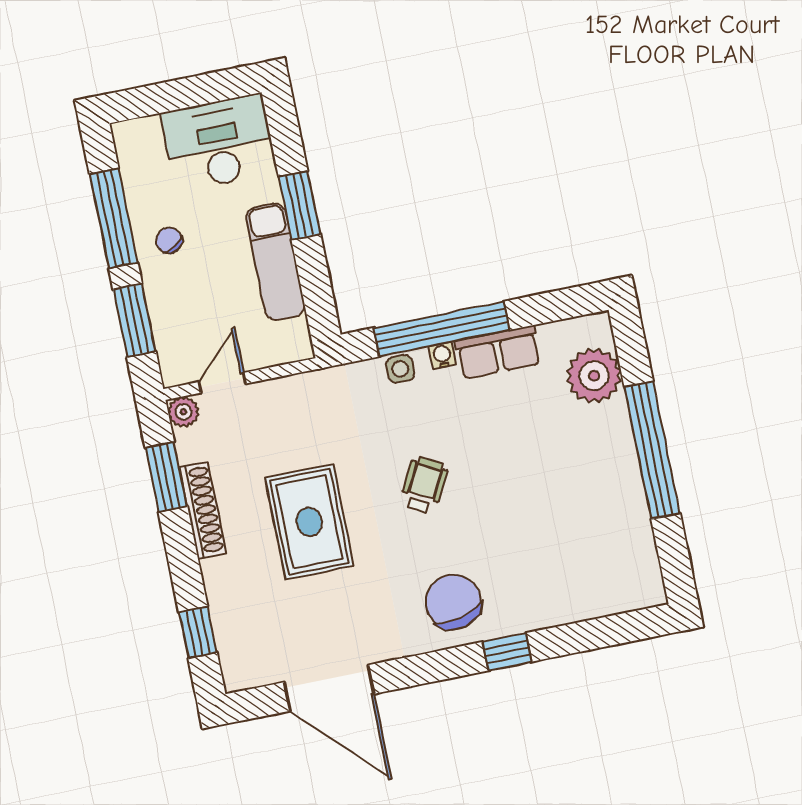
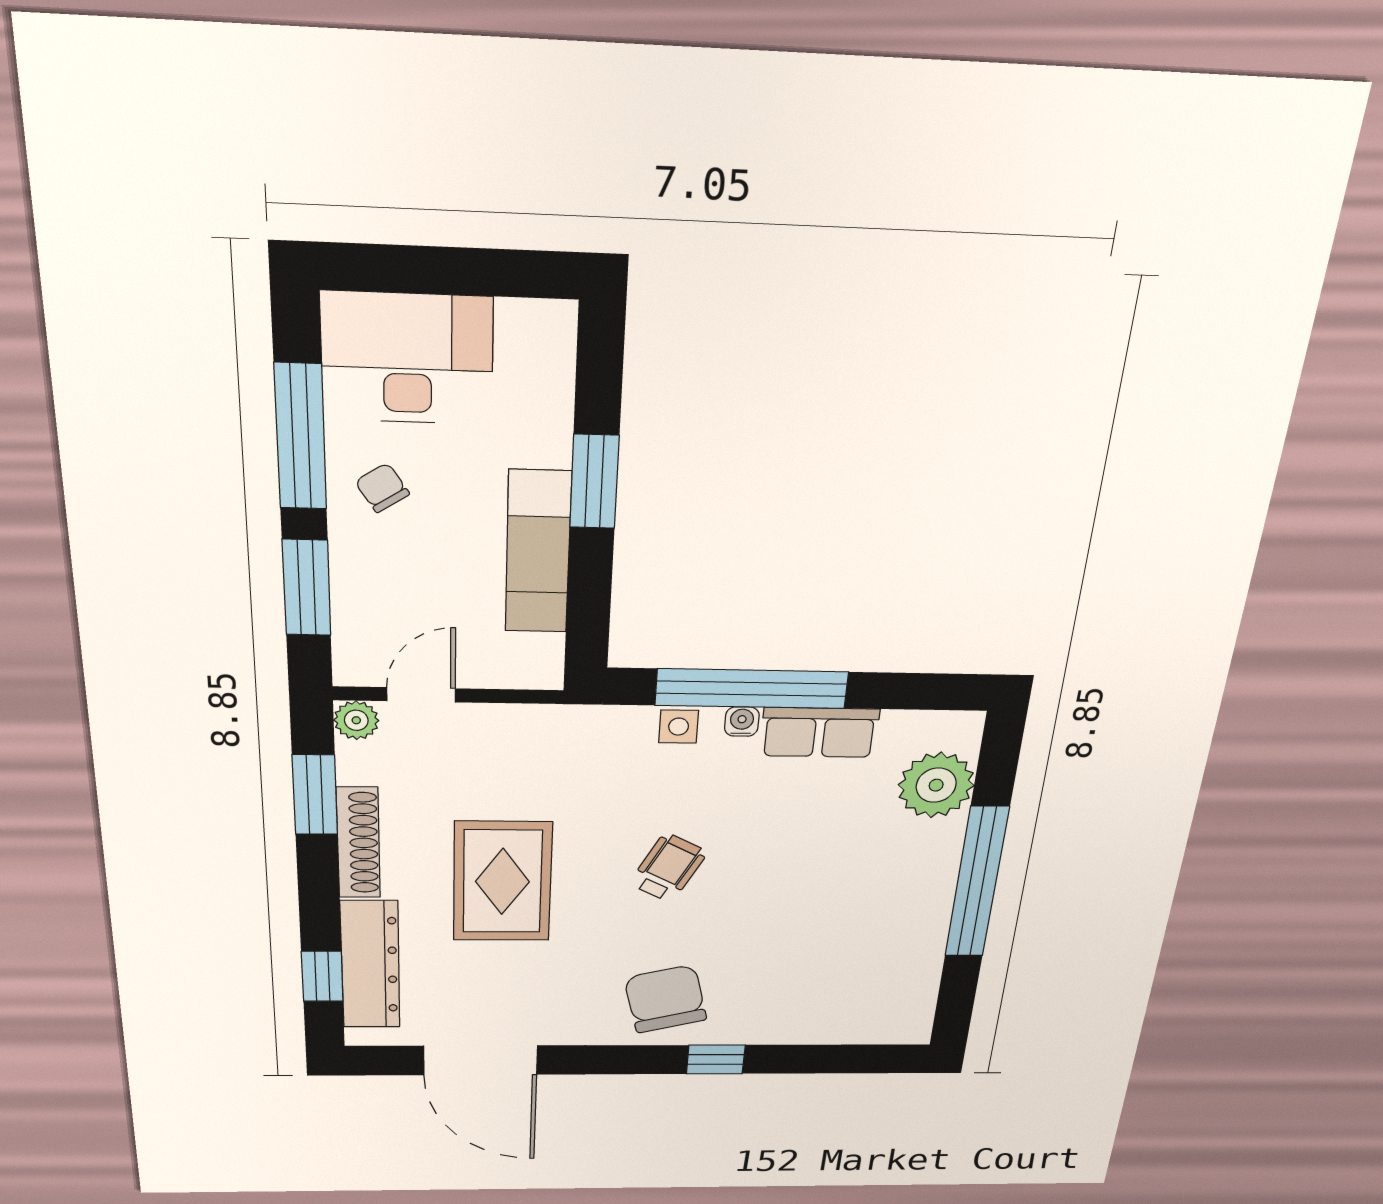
desk: (219, 143) -> (407, 359), moved
dresser: (230, 615) -> (370, 965), added

